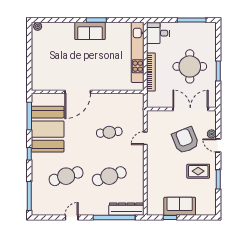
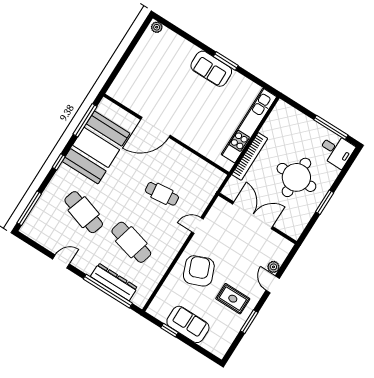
desk: (158, 33) -> (336, 151), moved, turned 180
double door: (190, 109) -> (253, 215), moved
armchair: (185, 140) -> (199, 271), moved
cafe table: (66, 176) -> (84, 212), turned 36
cafe table: (109, 176) -> (131, 242), turned 33
dresser: (126, 209) -> (114, 282), moved

